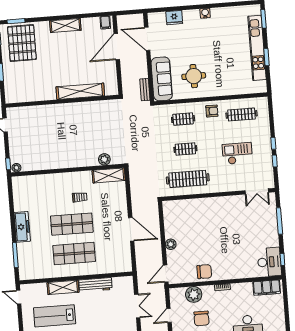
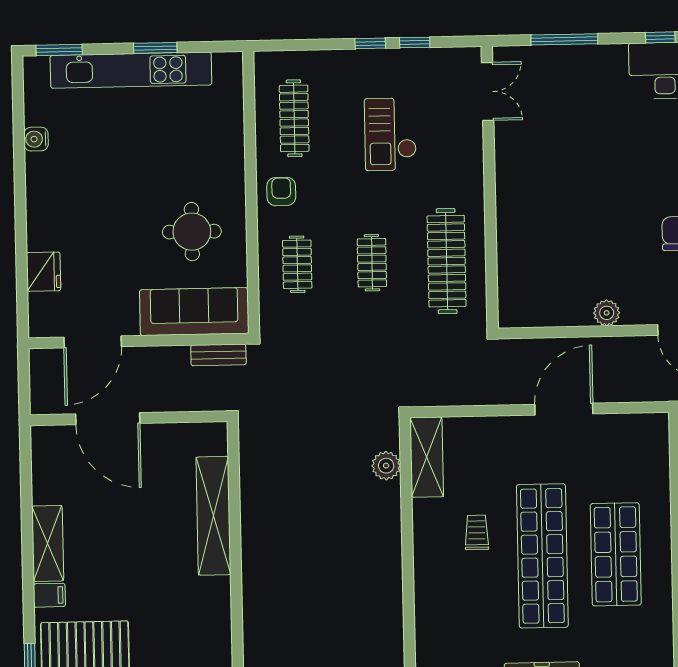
water cooler: (205, 13) -> (36, 139), moved
filing cabinet: (105, 23) -> (49, 595), moved
shop shelf: (72, 224) -> (542, 556), width x1.40

